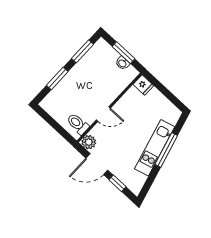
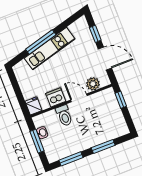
dishwasher: (126, 104) -> (56, 97), added
toilet: (78, 124) -> (64, 116), moved
window: (62, 132) -> (121, 100), added
plant: (89, 142) -> (93, 84), moved

